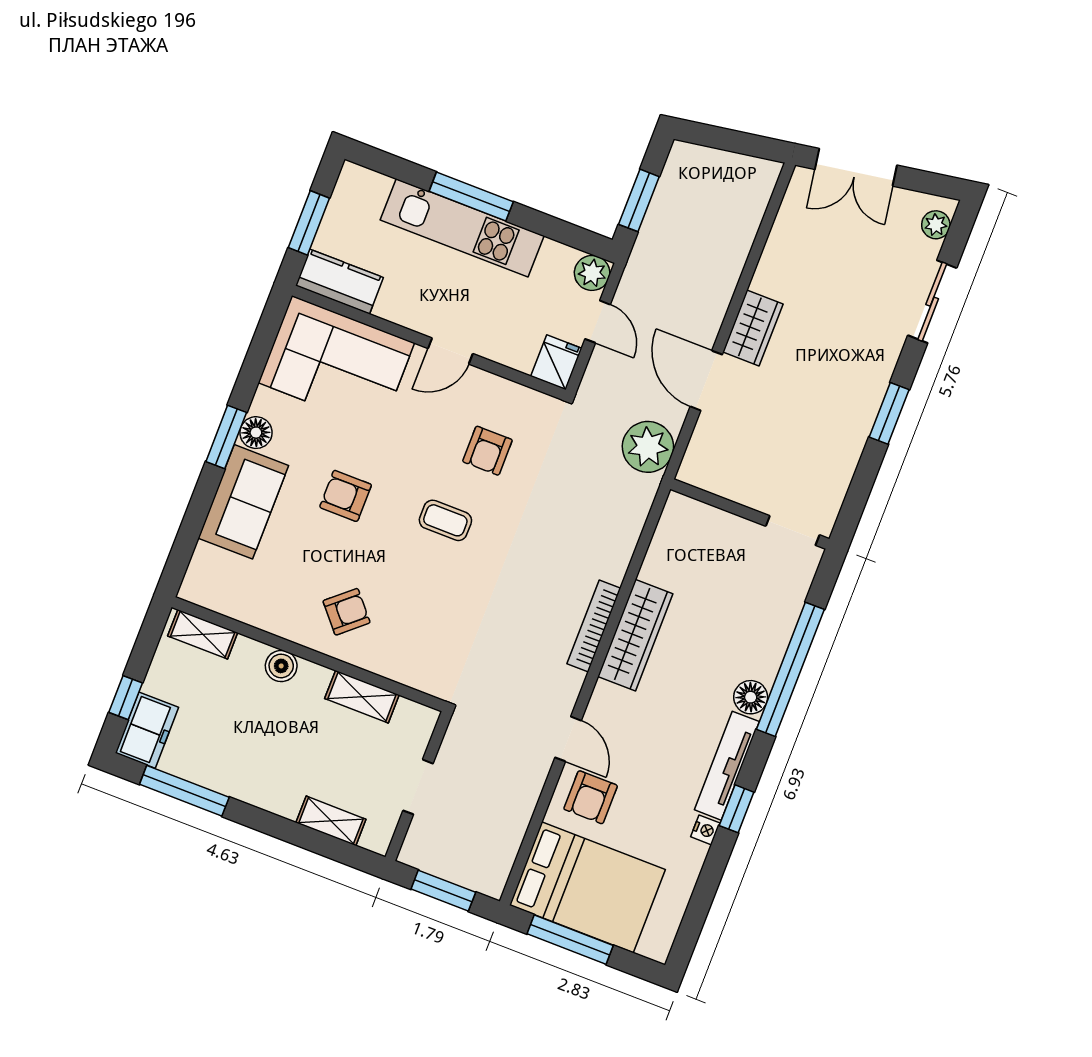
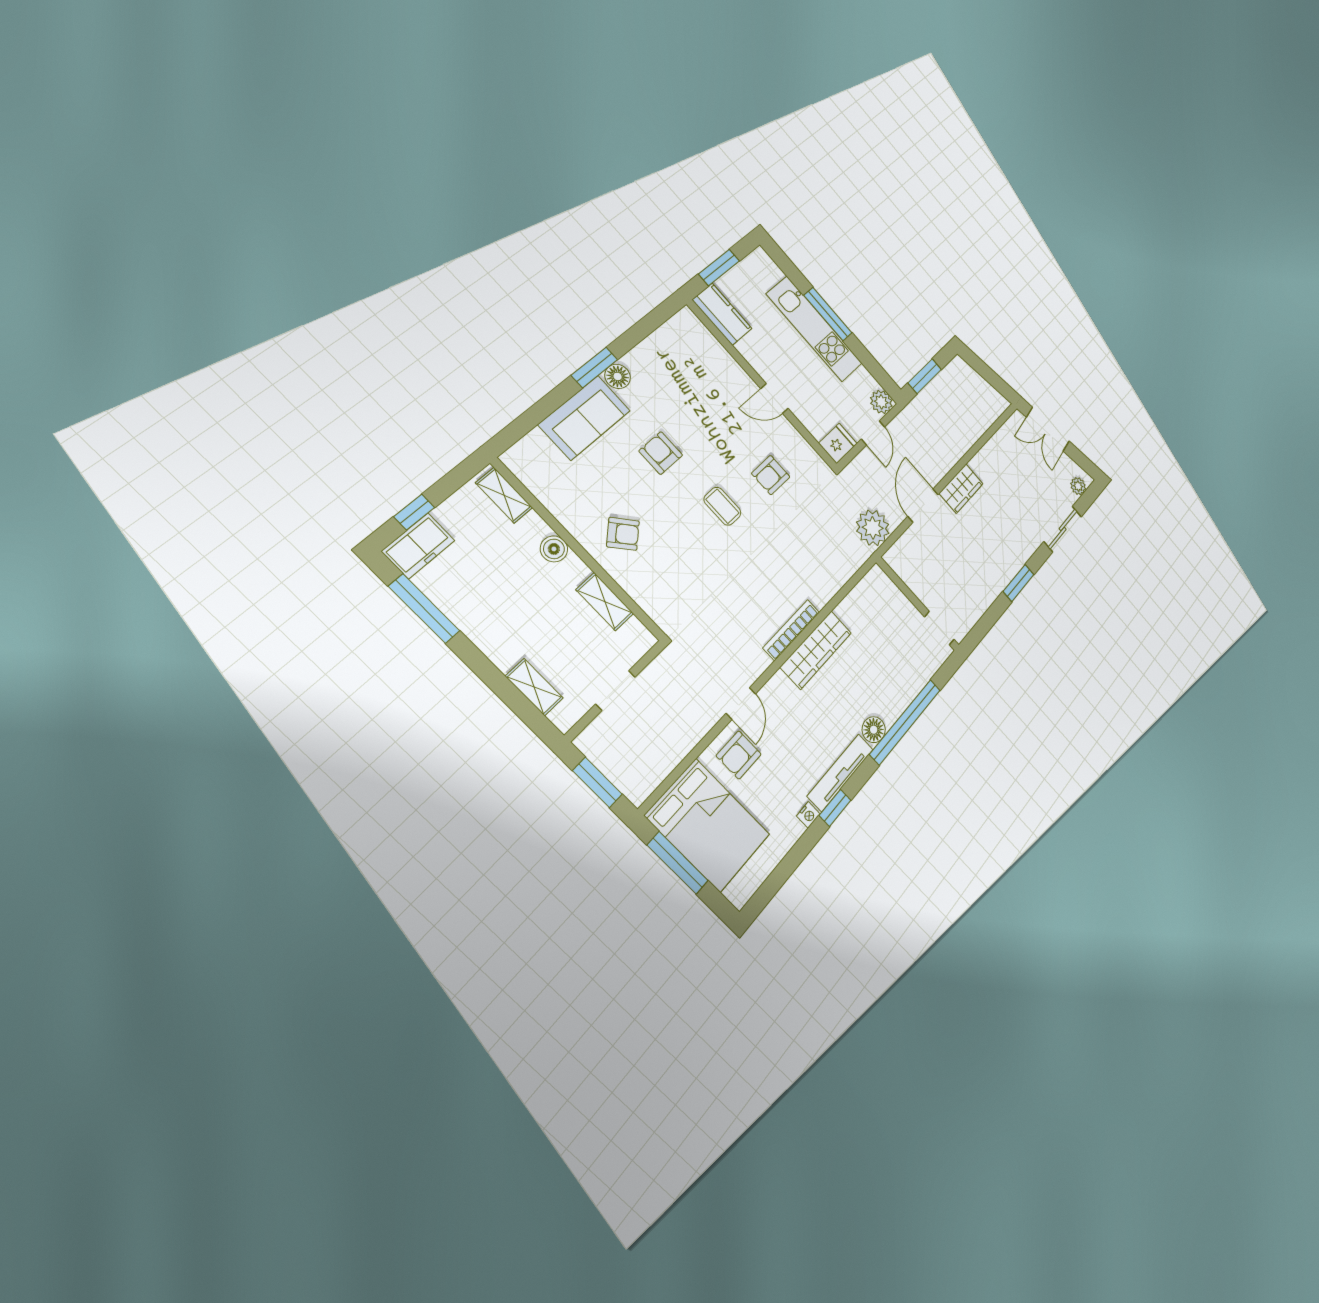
corner sofa: (336, 363) -> (696, 363), removed

